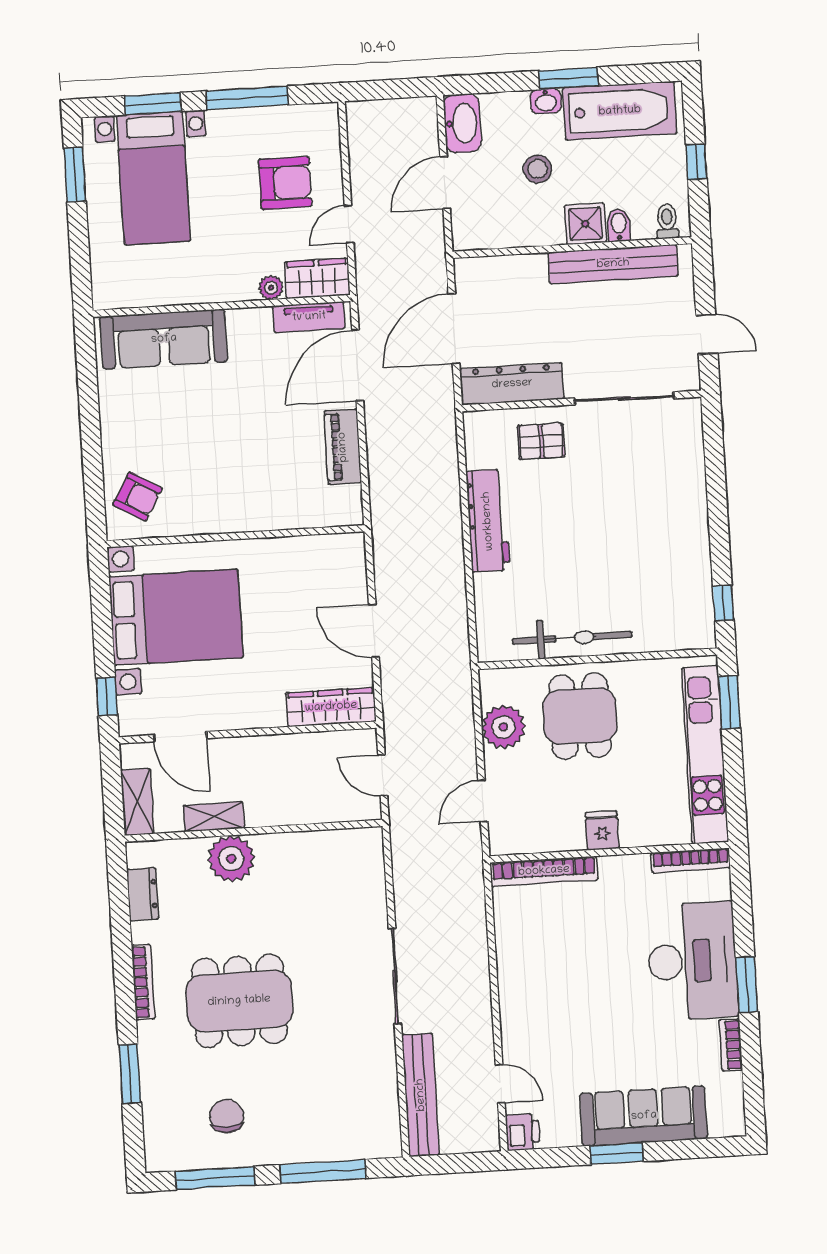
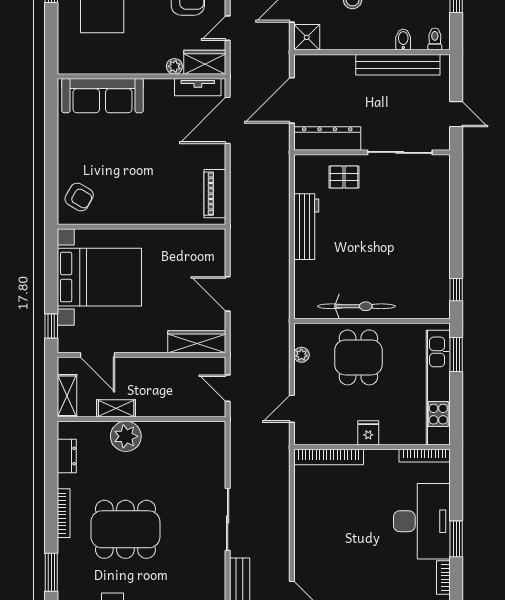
shower: (585, 224) -> (307, 37), moved
piano: (343, 447) -> (215, 194), moved
plant: (503, 727) -> (301, 355), width x0.53, depth x0.53

